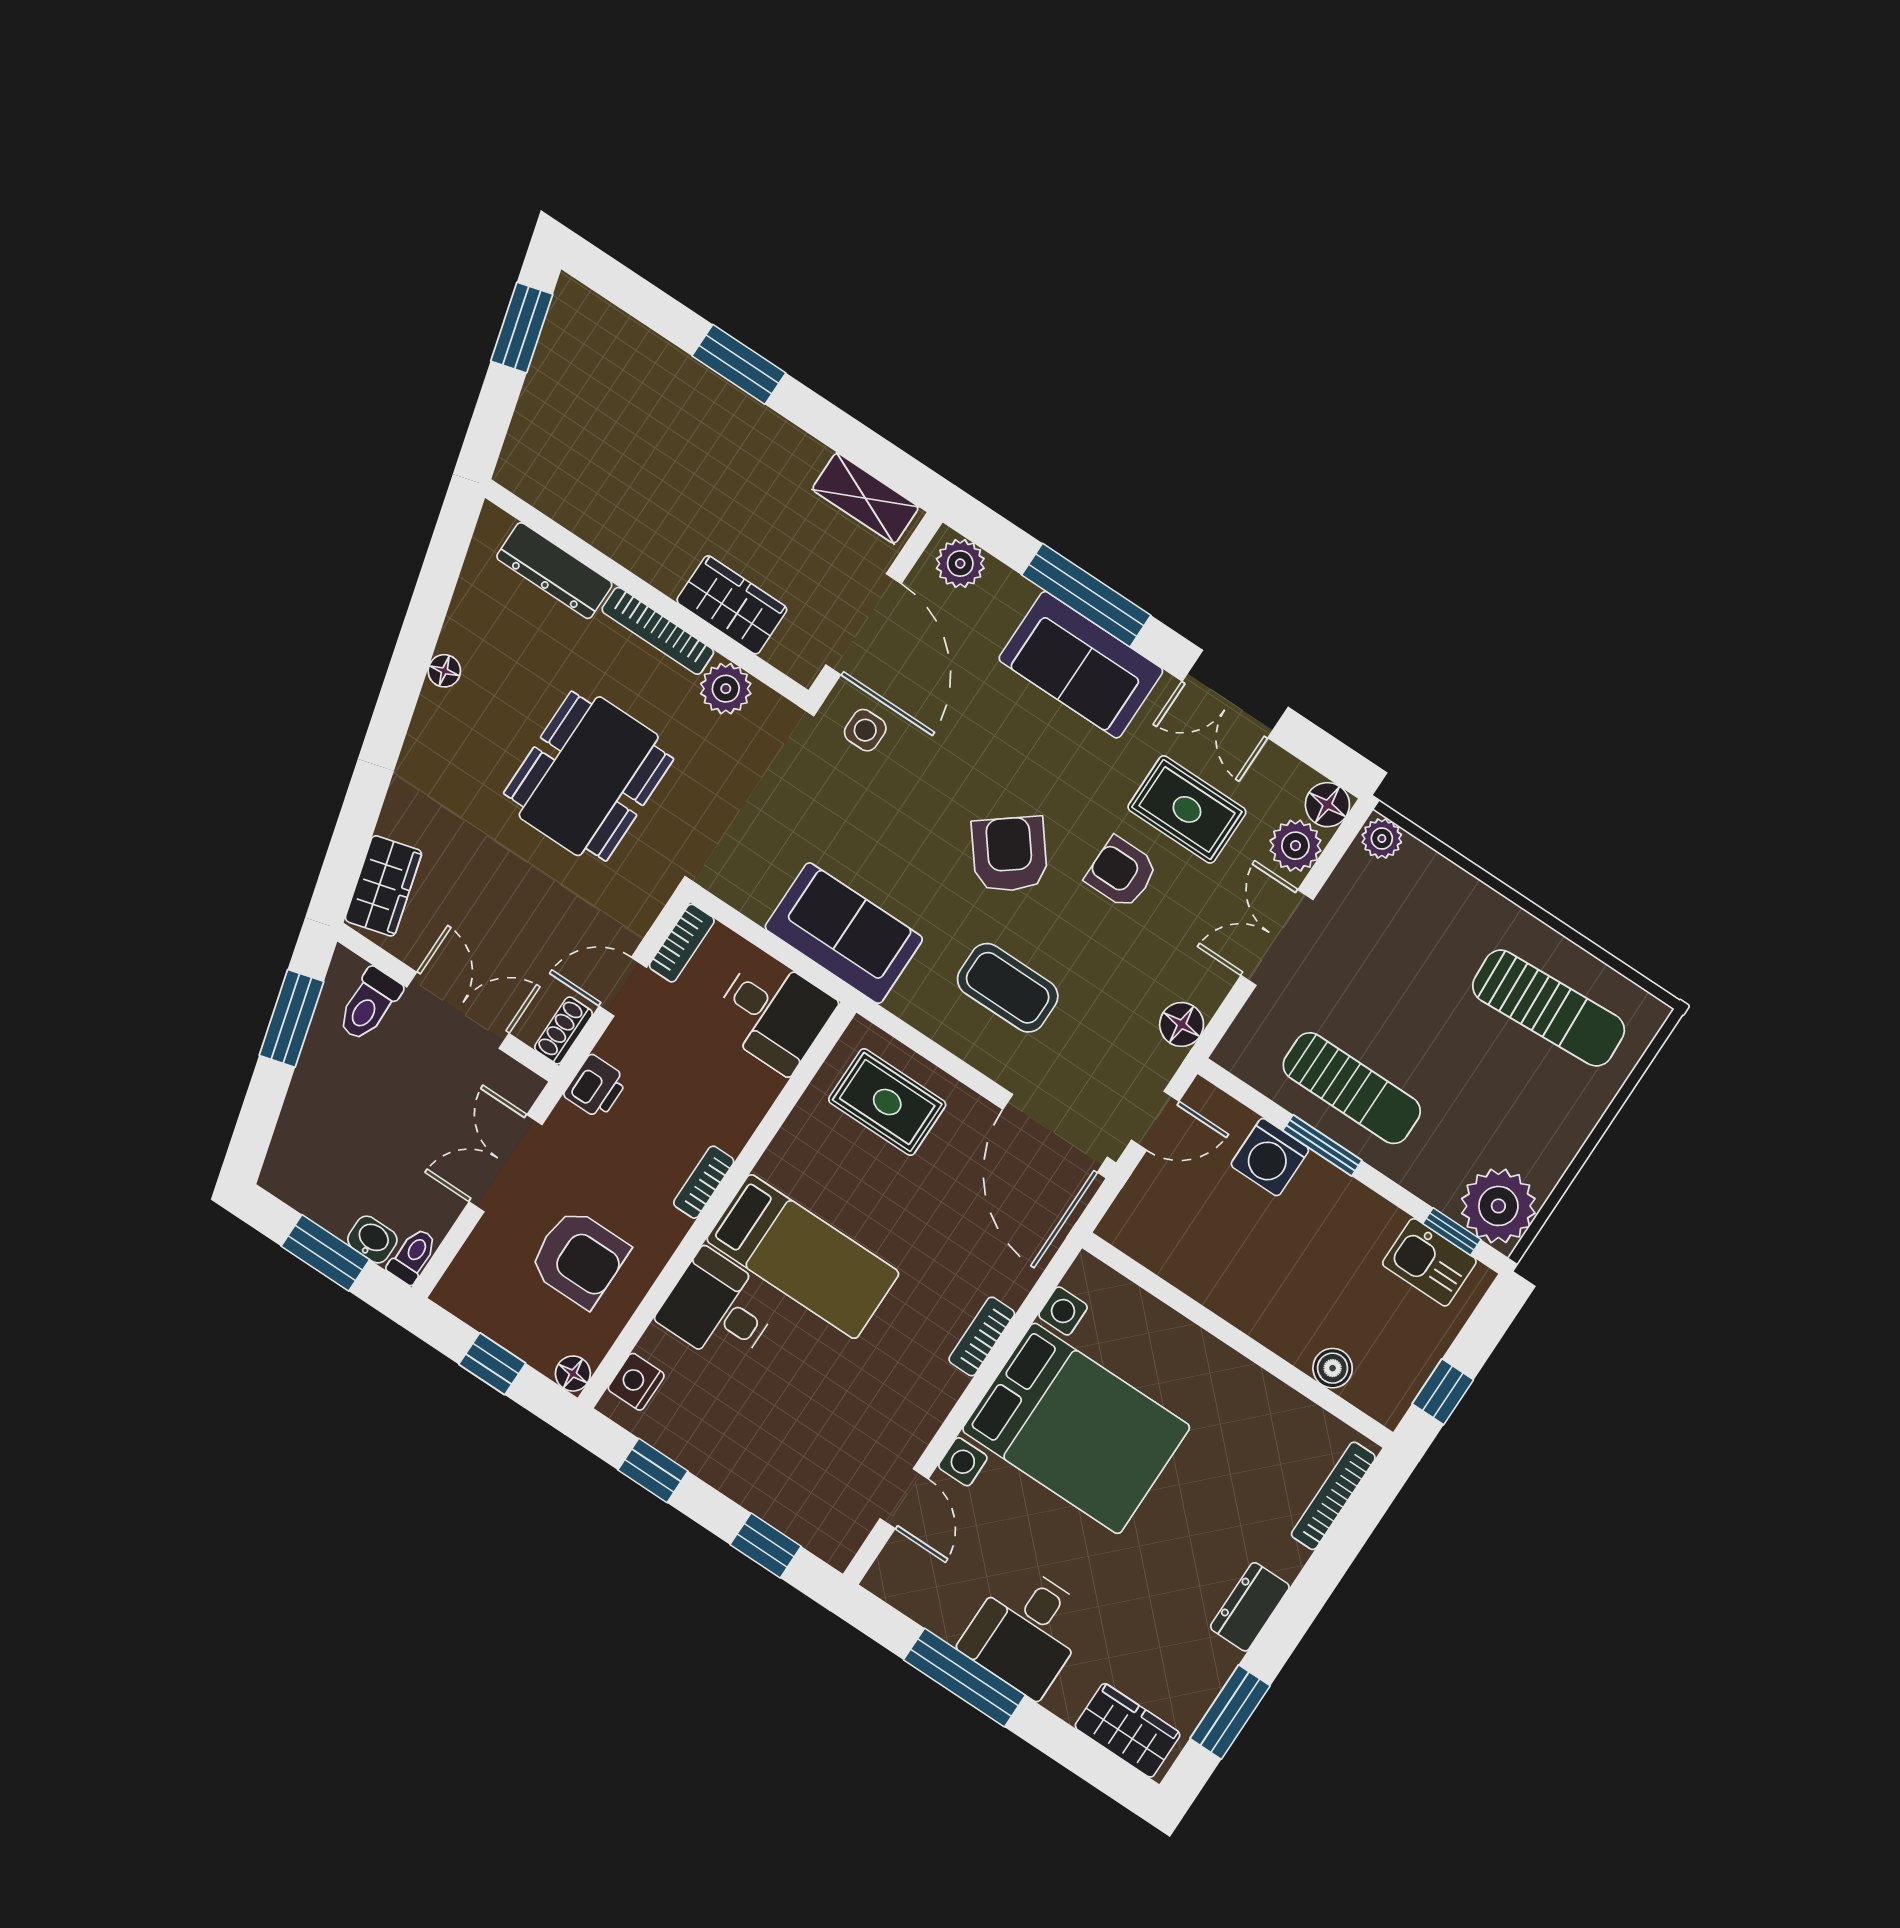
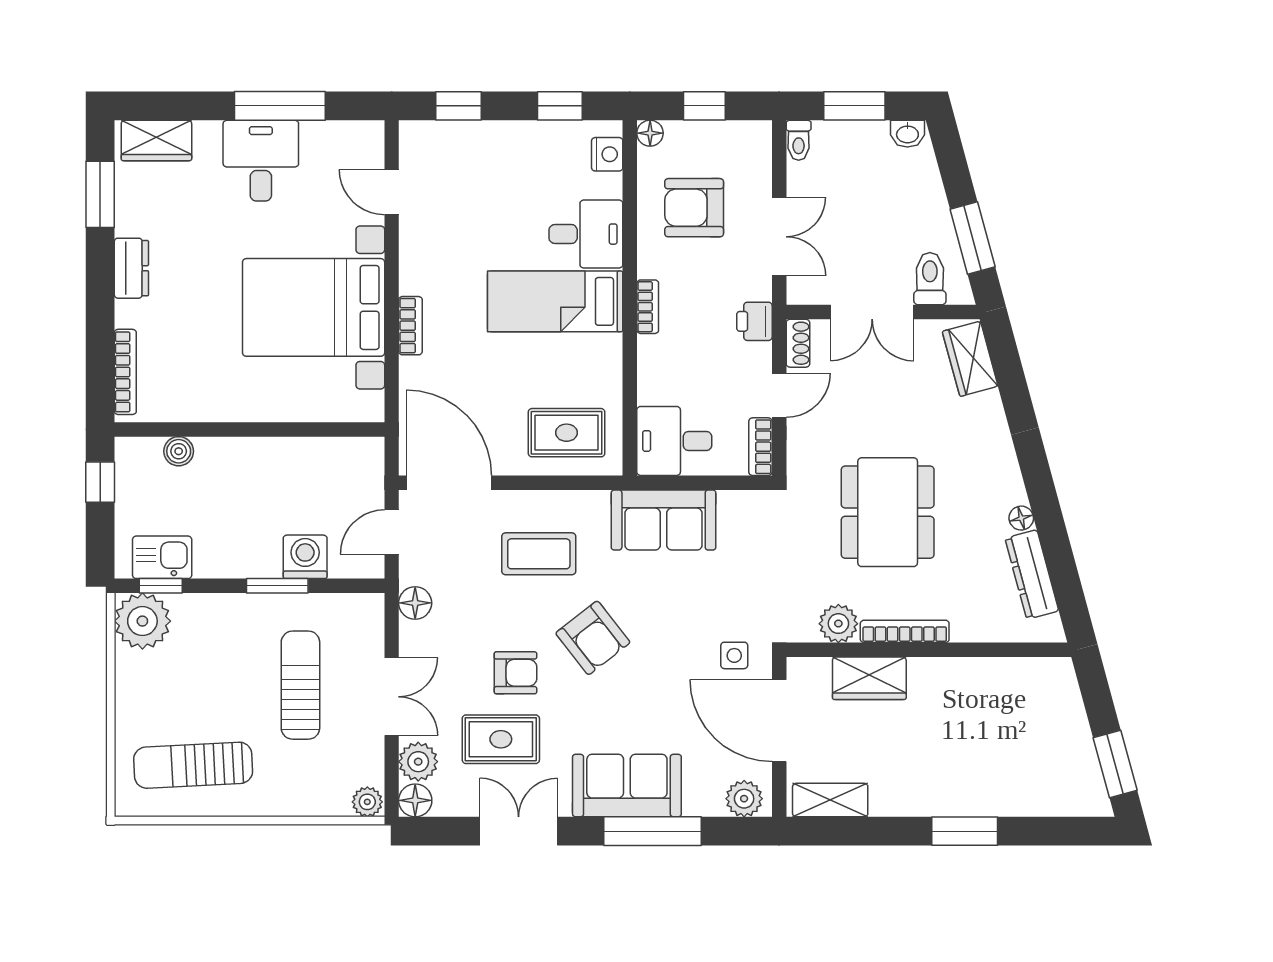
dresser: (554, 571) -> (1032, 575), moved, turned -105
sun lounger: (1352, 1088) -> (300, 685), moved, turned 90
washbasin: (372, 1240) -> (907, 134), moved

